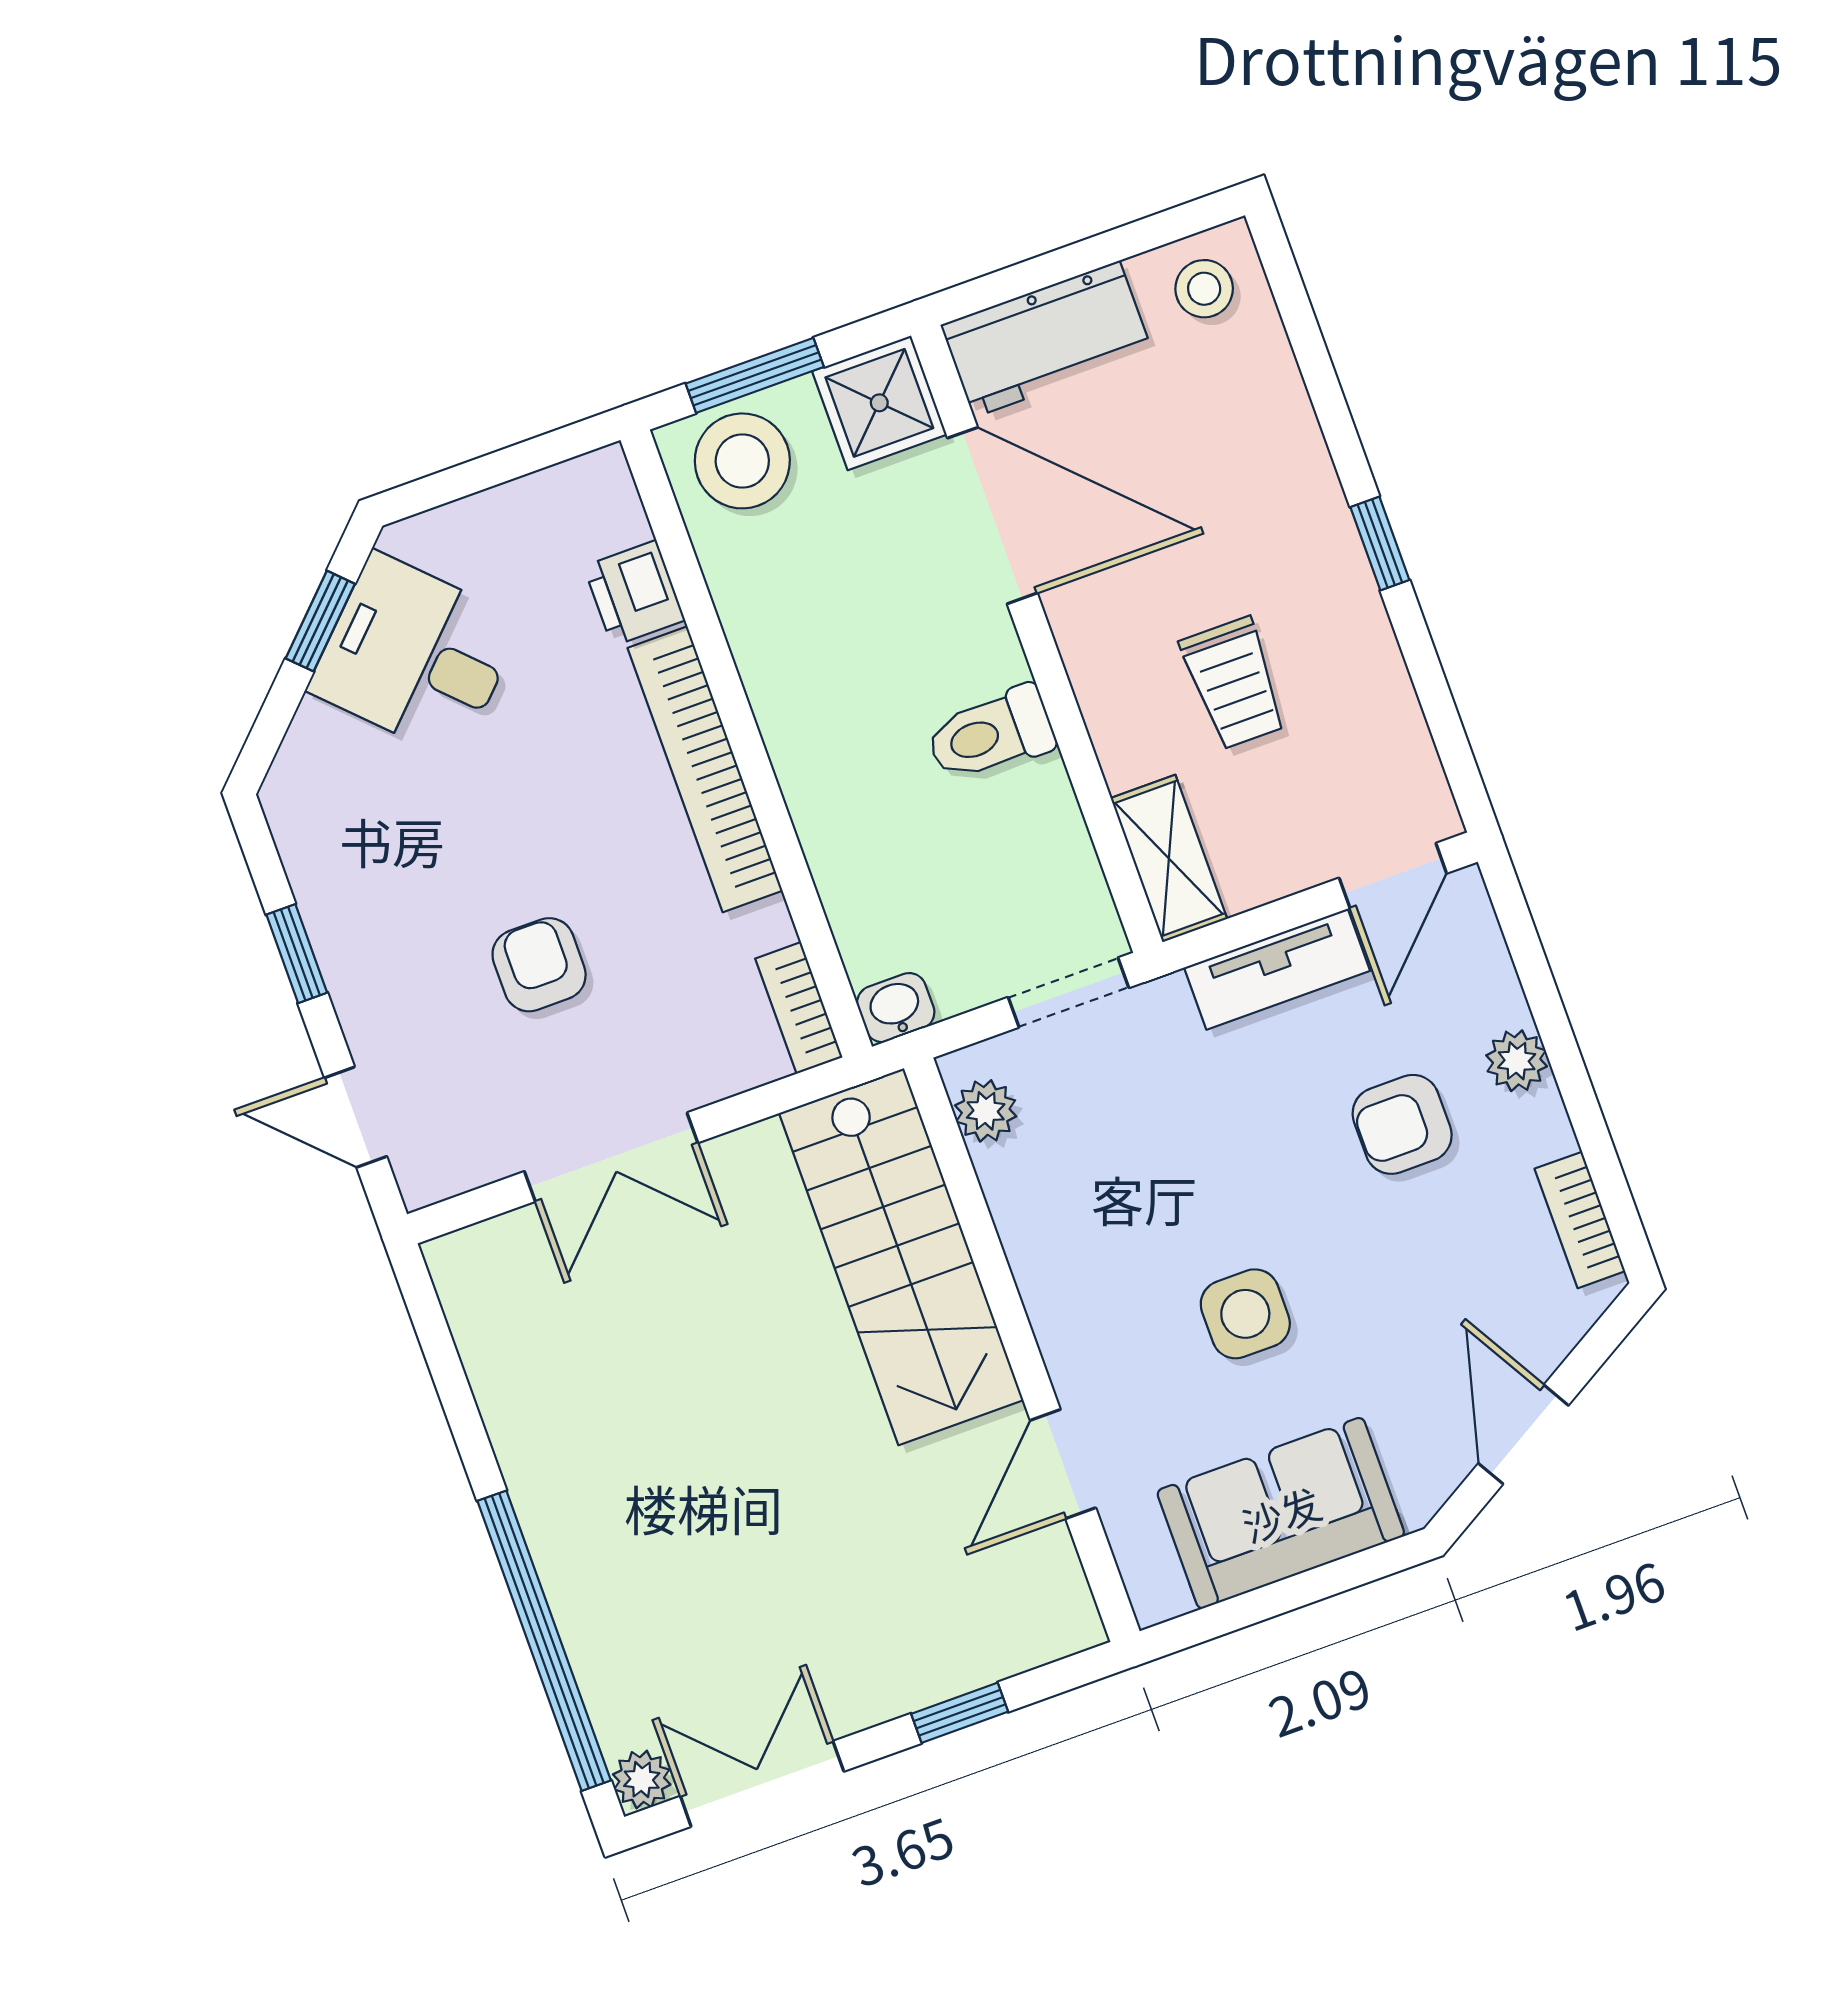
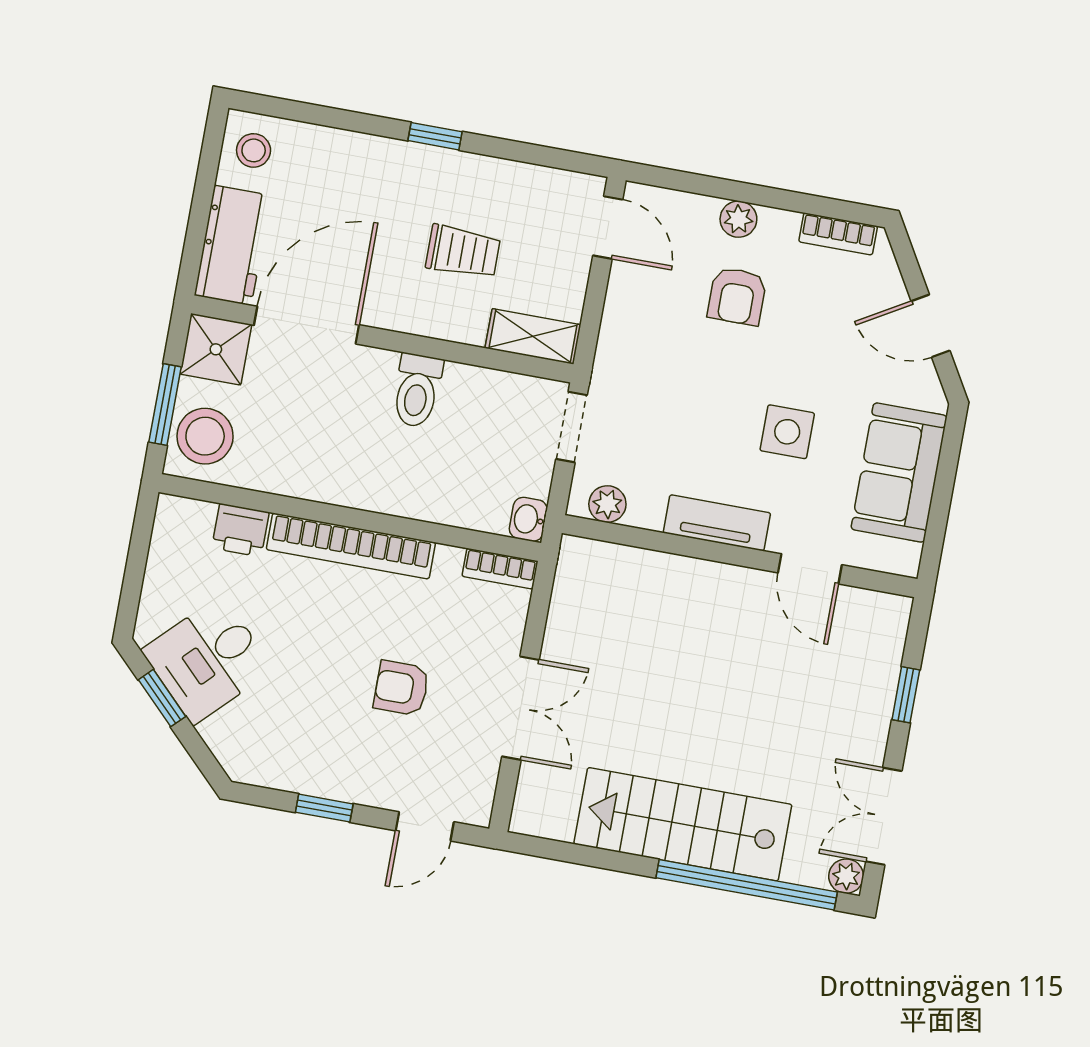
tv unit: (1277, 969) -> (717, 523), moved, turned -90
stairs: (901, 1257) -> (683, 824), moved, turned 180

